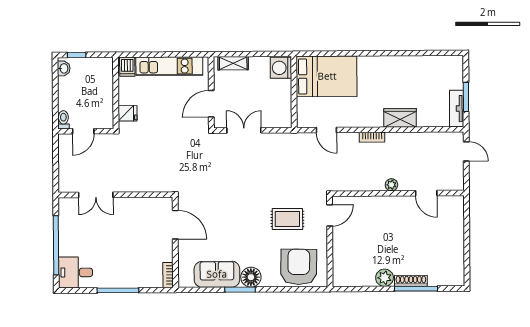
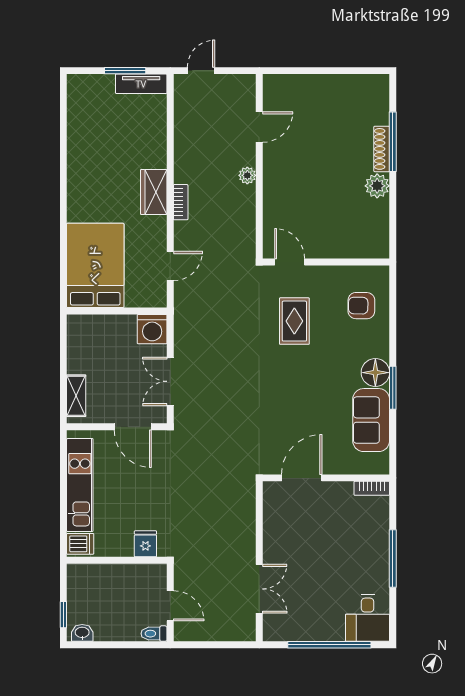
washing machine: (281, 68) -> (152, 329), moved
wardrobe: (400, 118) -> (154, 192), moved
armchair: (299, 267) -> (361, 306), width x0.53, depth x0.53

